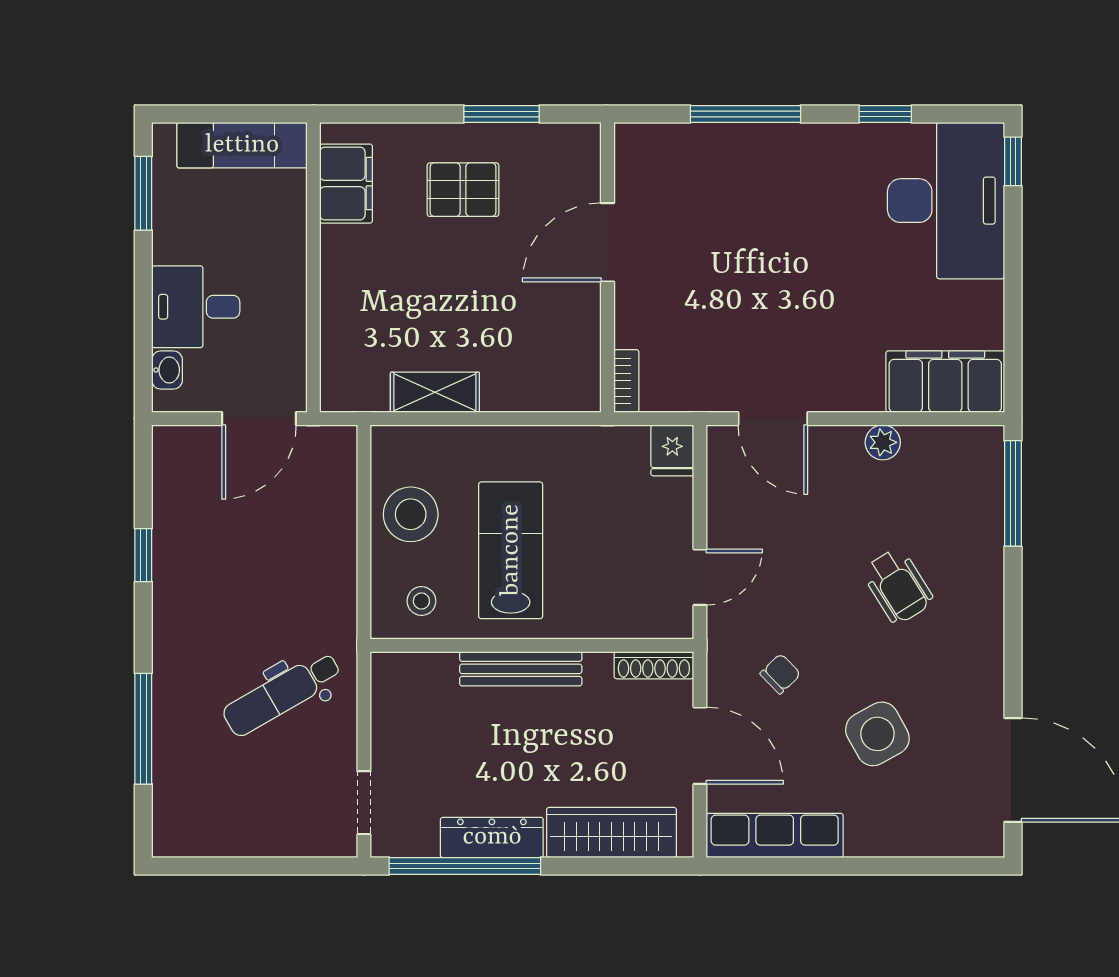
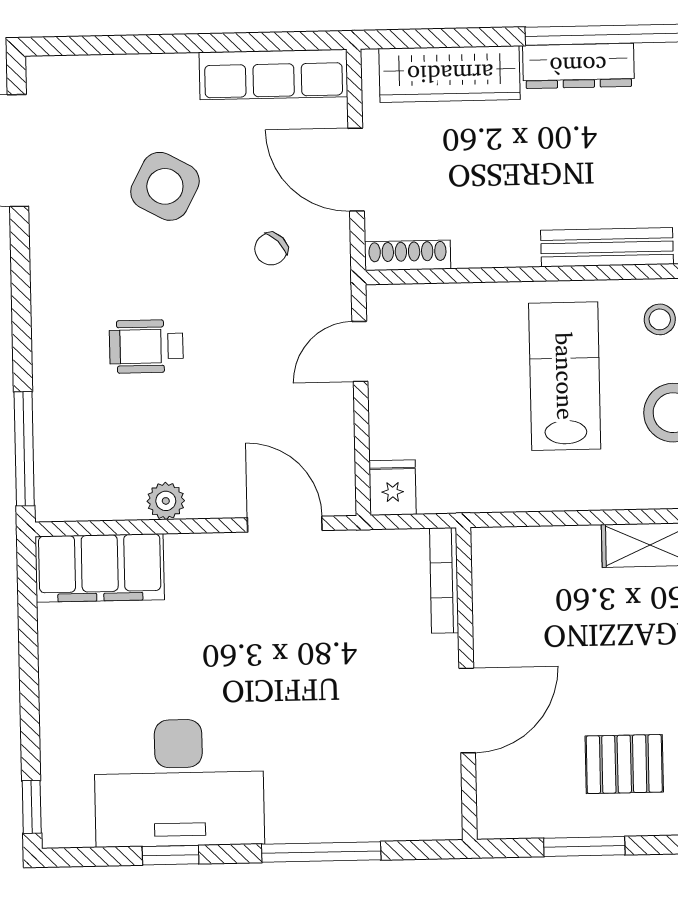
desk: (946, 201) -> (179, 783), moved, turned -90
bookcase: (626, 381) -> (444, 580), width x1.56
lab bench: (511, 550) -> (565, 376), turned 180
wheelchair: (898, 586) -> (146, 346), turned -58
bench: (521, 669) -> (607, 247), moved
side table: (877, 734) -> (165, 186), turned -33

